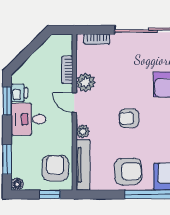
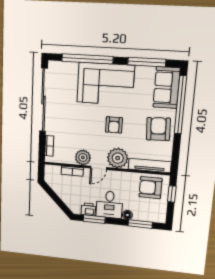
plant: (83, 131) -> (118, 158), width x1.88, depth x1.88
floor lamp: (17, 184) -> (127, 215), moved

